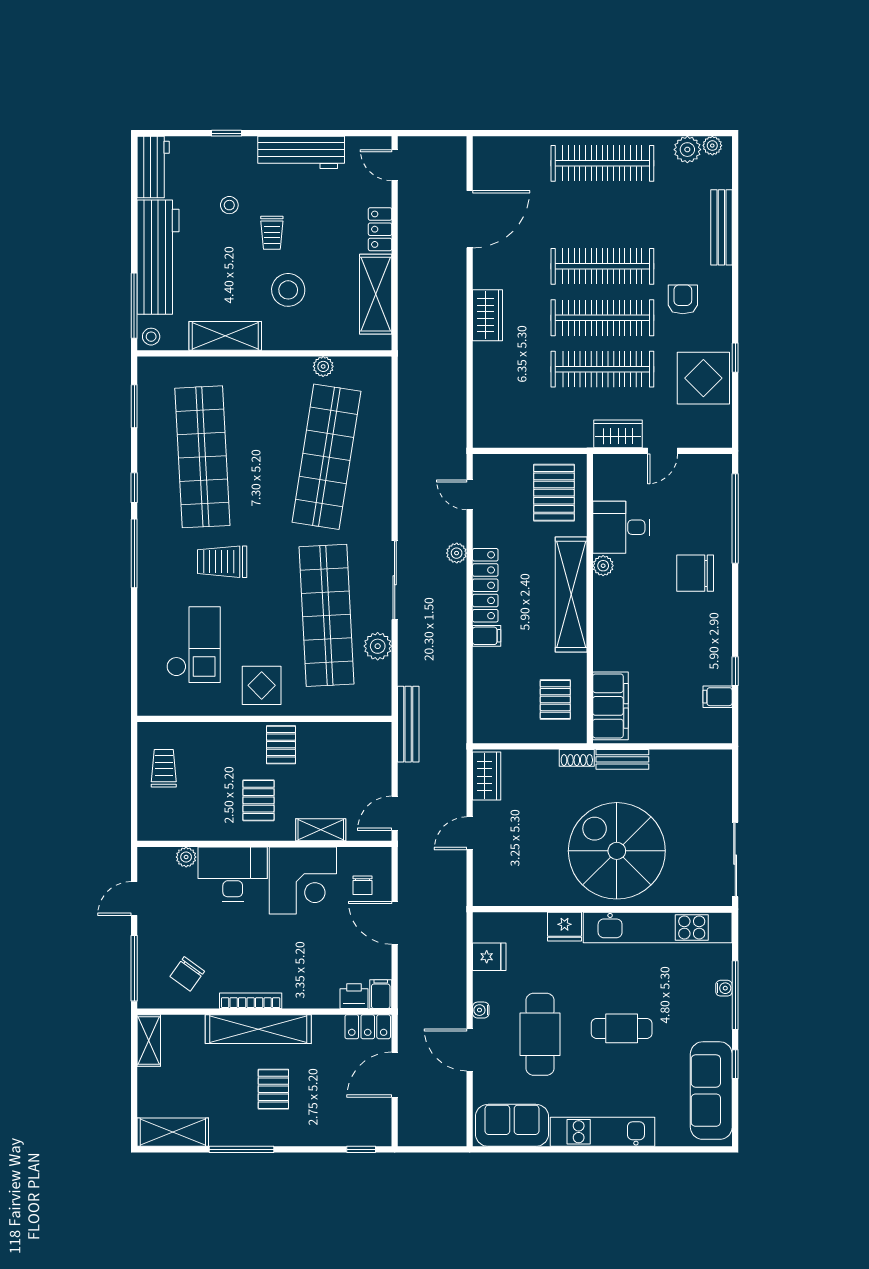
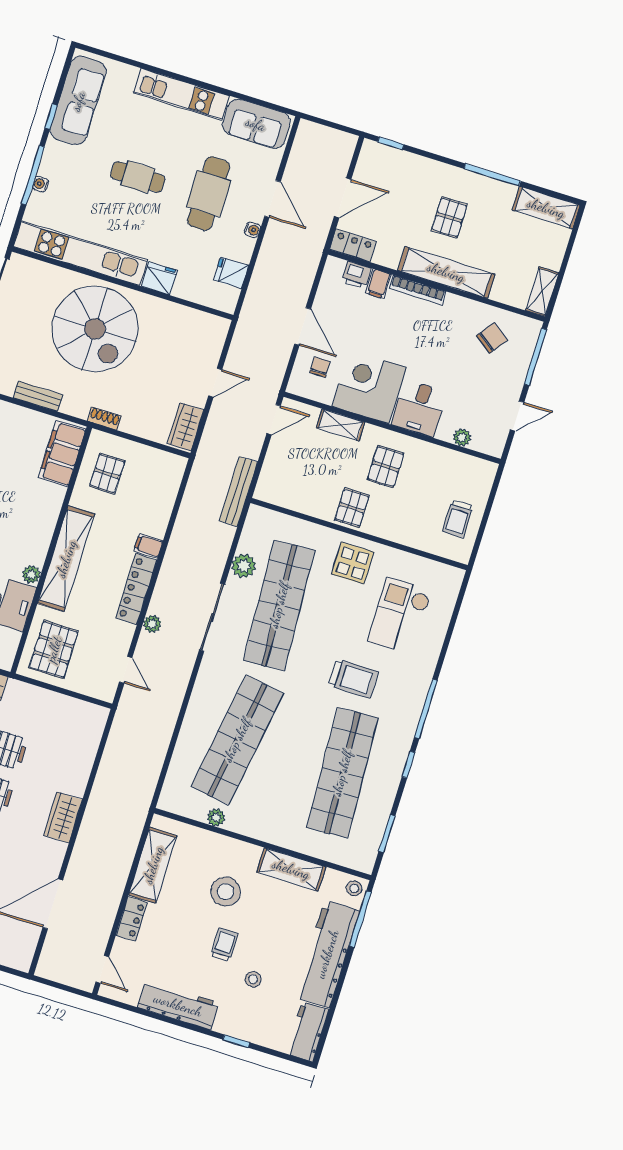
bench: (622, 759) -> (38, 396), moved
desk: (233, 874) -> (419, 408), width x0.73
filing cabinet: (381, 994) -> (379, 284), moved
bookcase: (251, 1001) -> (418, 290), moved

